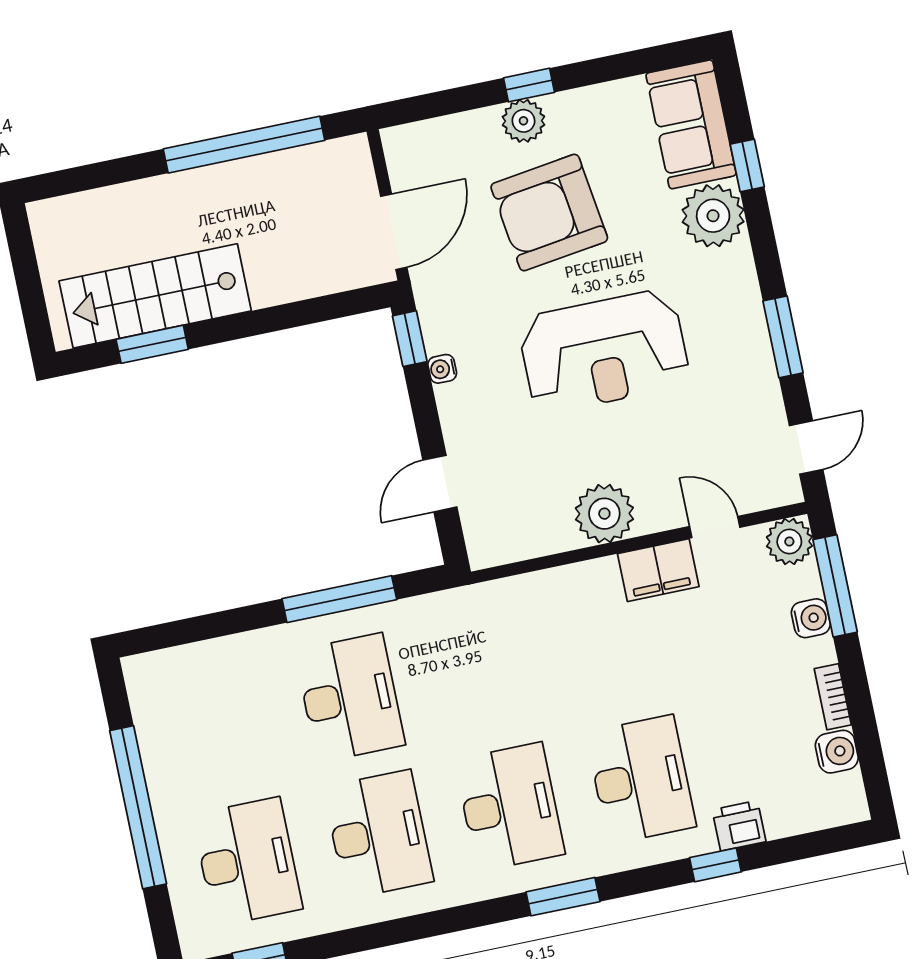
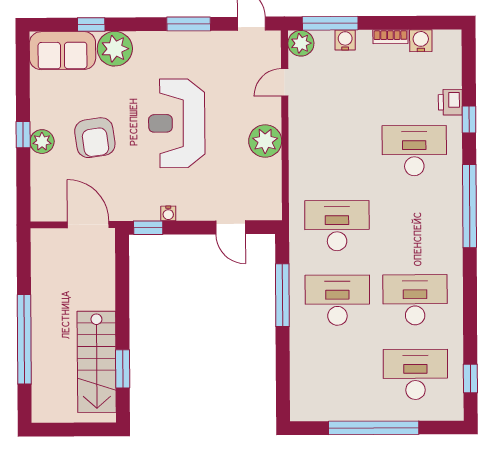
window: (244, 145) -> (24, 339), moved
armchair: (549, 213) -> (95, 138), width x0.73, depth x0.73
reception desk: (604, 351) -> (177, 123), turned 180
filing cabinet: (658, 570) -> (302, 118), removed
desk: (510, 807) -> (337, 226), moved
window: (563, 897) -> (469, 206), width x2.11

